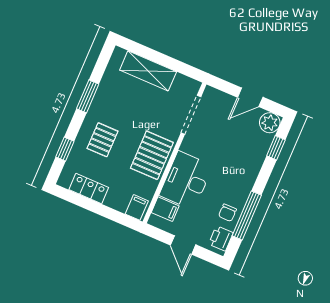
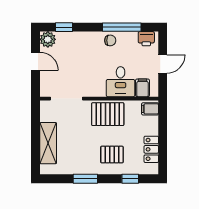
desk: (186, 180) -> (121, 82), width x0.73
chair: (227, 213) -> (110, 40), moved

